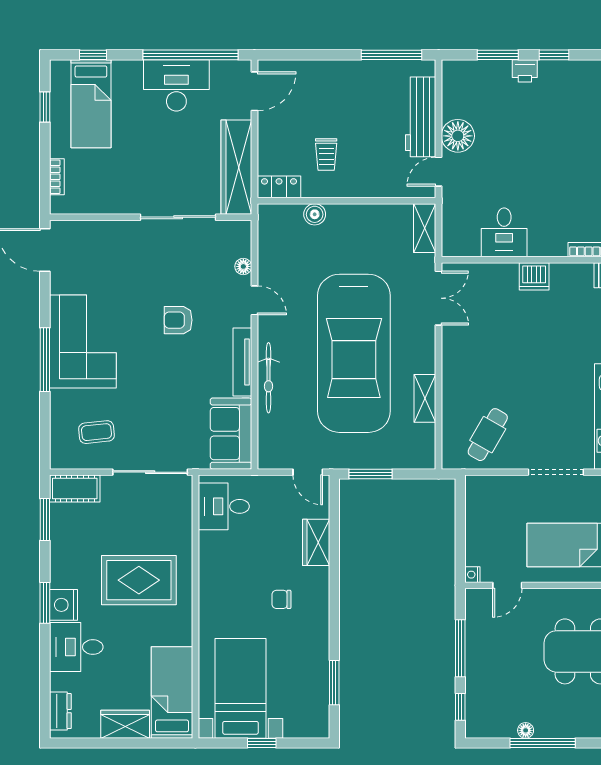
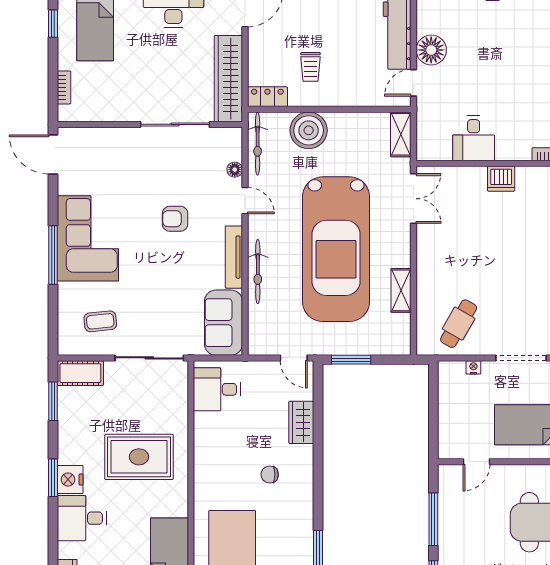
boiler: (315, 214) -> (309, 130), width x1.86, depth x1.86
bicycle: (268, 238) -> (258, 144), added
nightstand: (472, 575) -> (473, 367), moved, turned 90

